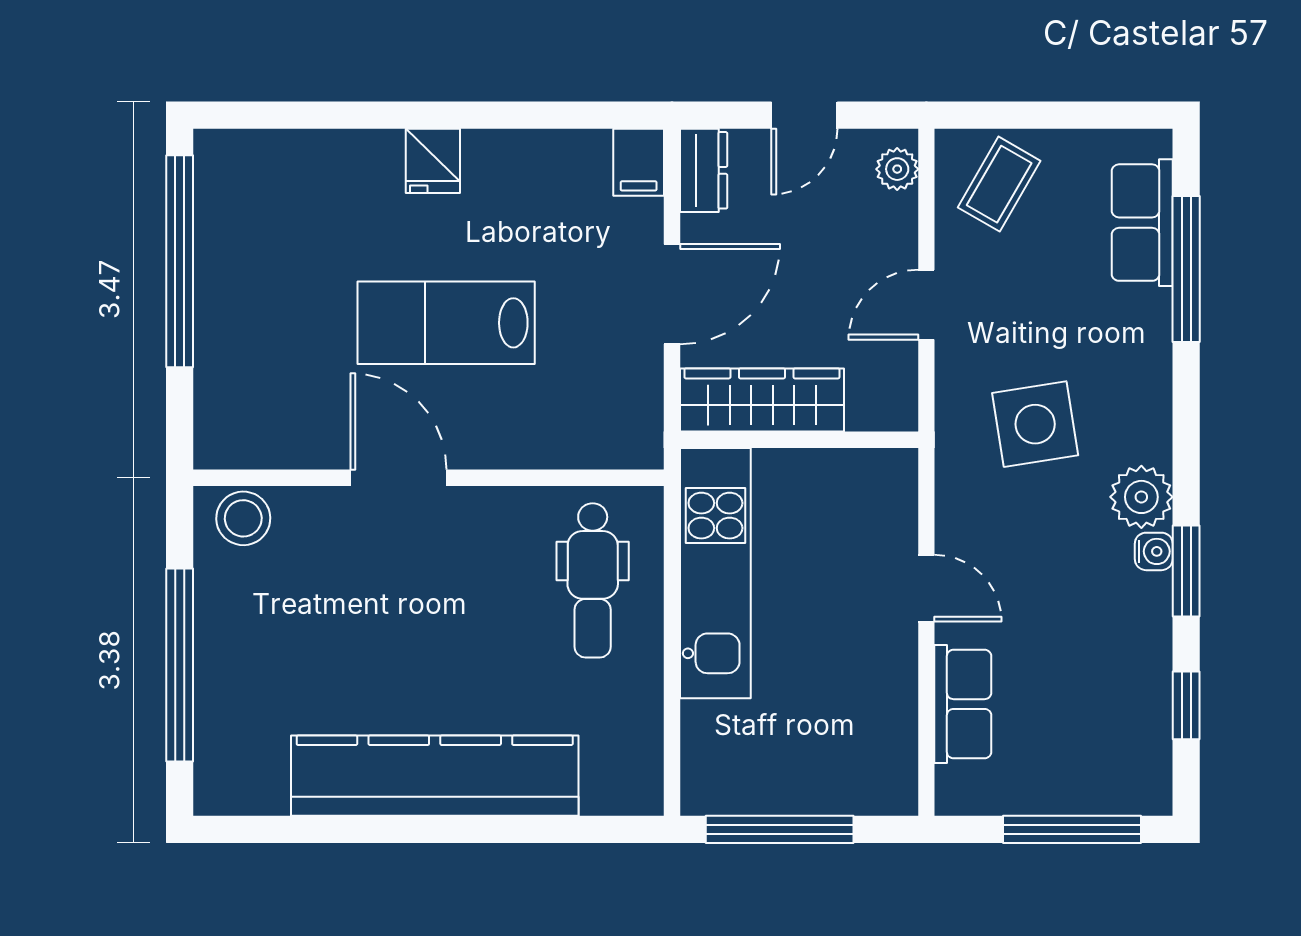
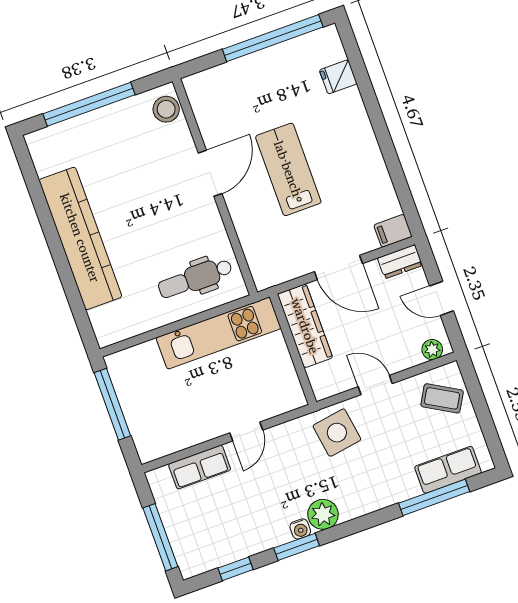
fridge: (433, 161) -> (338, 77), moved
side table: (1035, 424) -> (337, 433), moved

